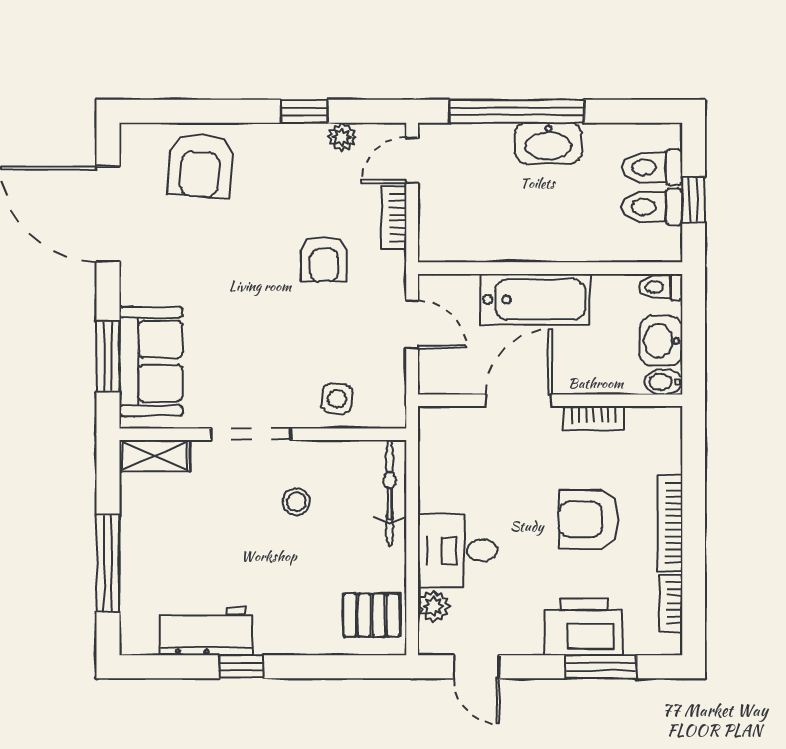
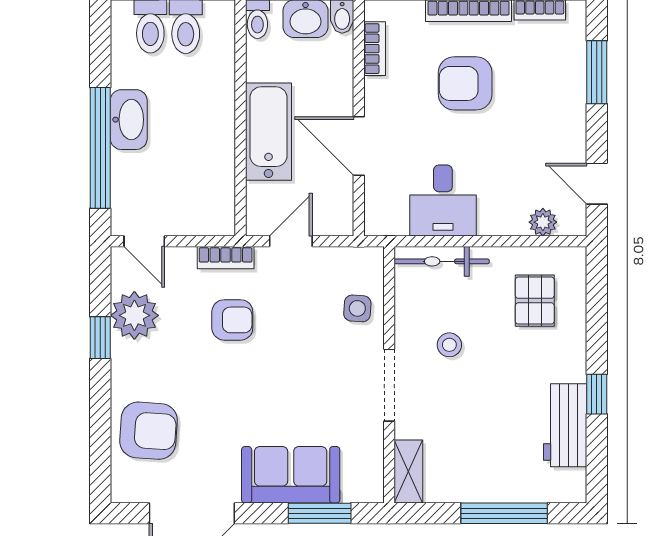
plant: (342, 137) -> (134, 315), width x1.88, depth x1.88
bookcase: (394, 218) -> (226, 258), moved
sofa: (151, 361) -> (291, 475), moved
bookcase: (594, 418) -> (375, 49), moved
armchair: (589, 519) -> (465, 83), turned 90
desk: (458, 550) -> (443, 200), moved
pallet: (372, 615) -> (535, 301), moved
printer: (584, 627) -> (561, 88), removed
door: (477, 667) -> (597, 184), swing flipped

